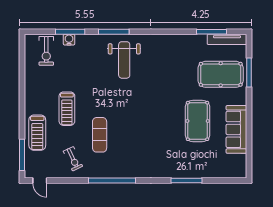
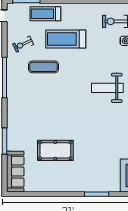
pool table: (221, 74) -> (95, 170), removed
treadmill: (67, 109) -> (66, 39), width x1.37, depth x1.38
sofa: (236, 129) -> (15, 172), moved, turned 90

